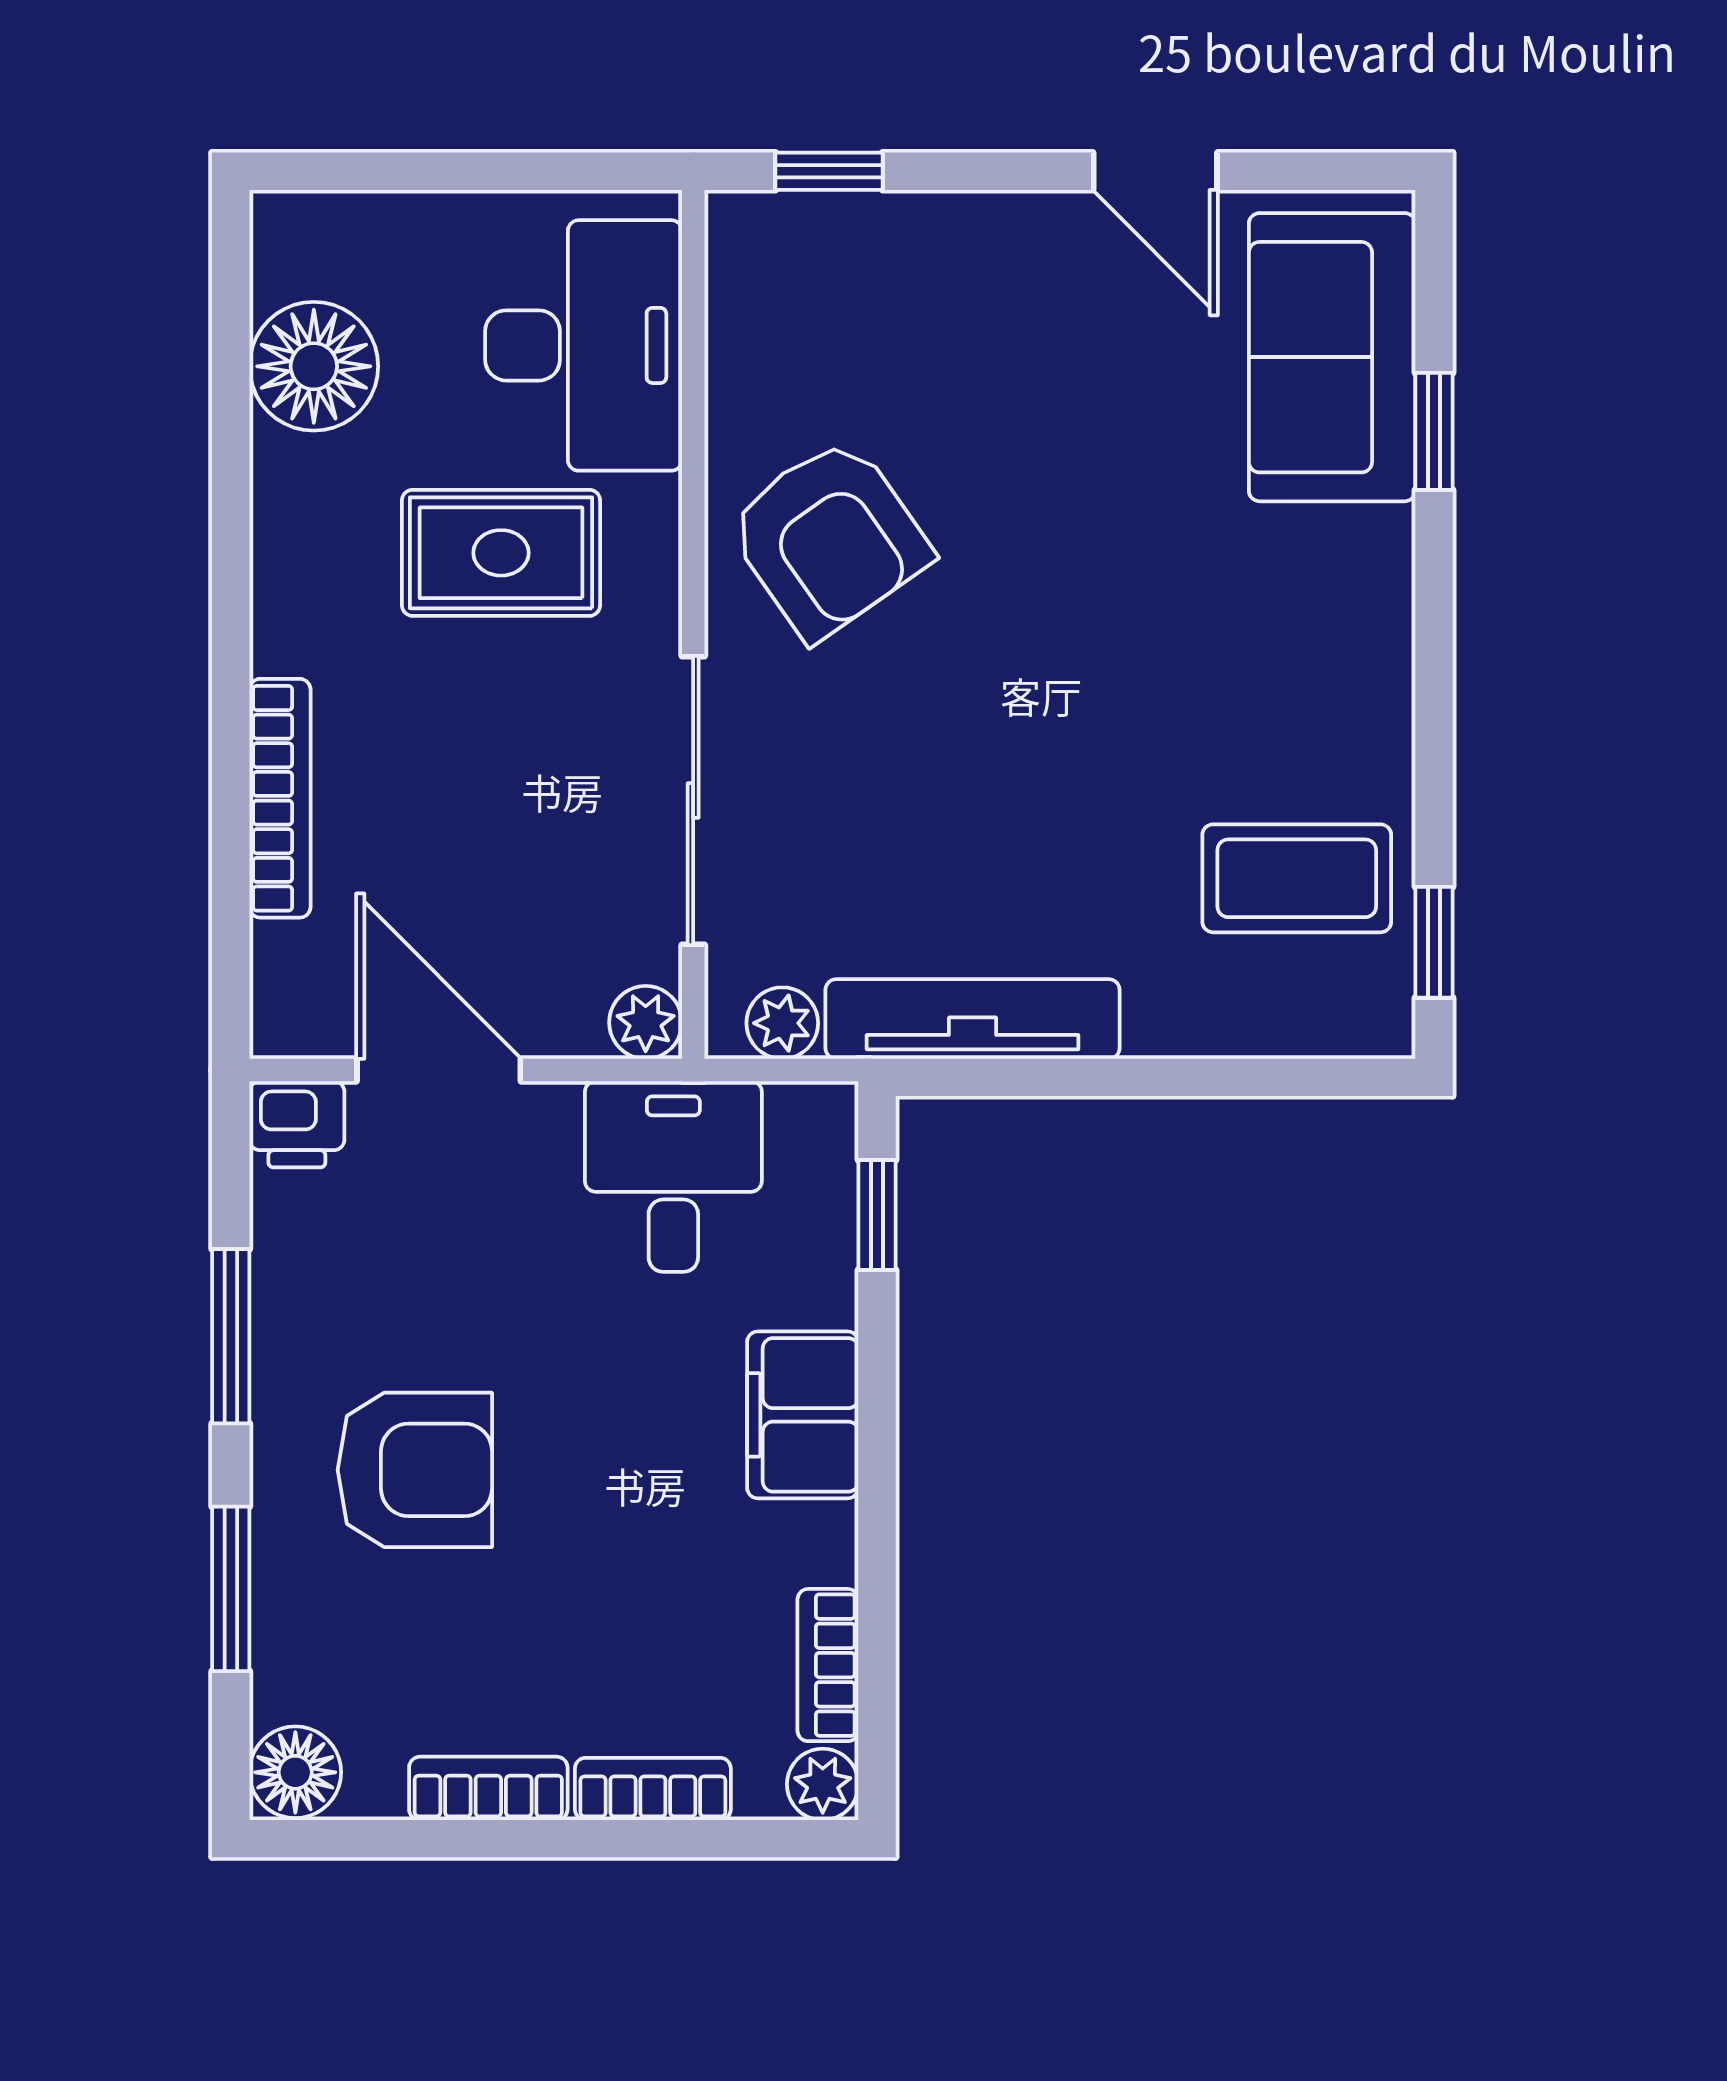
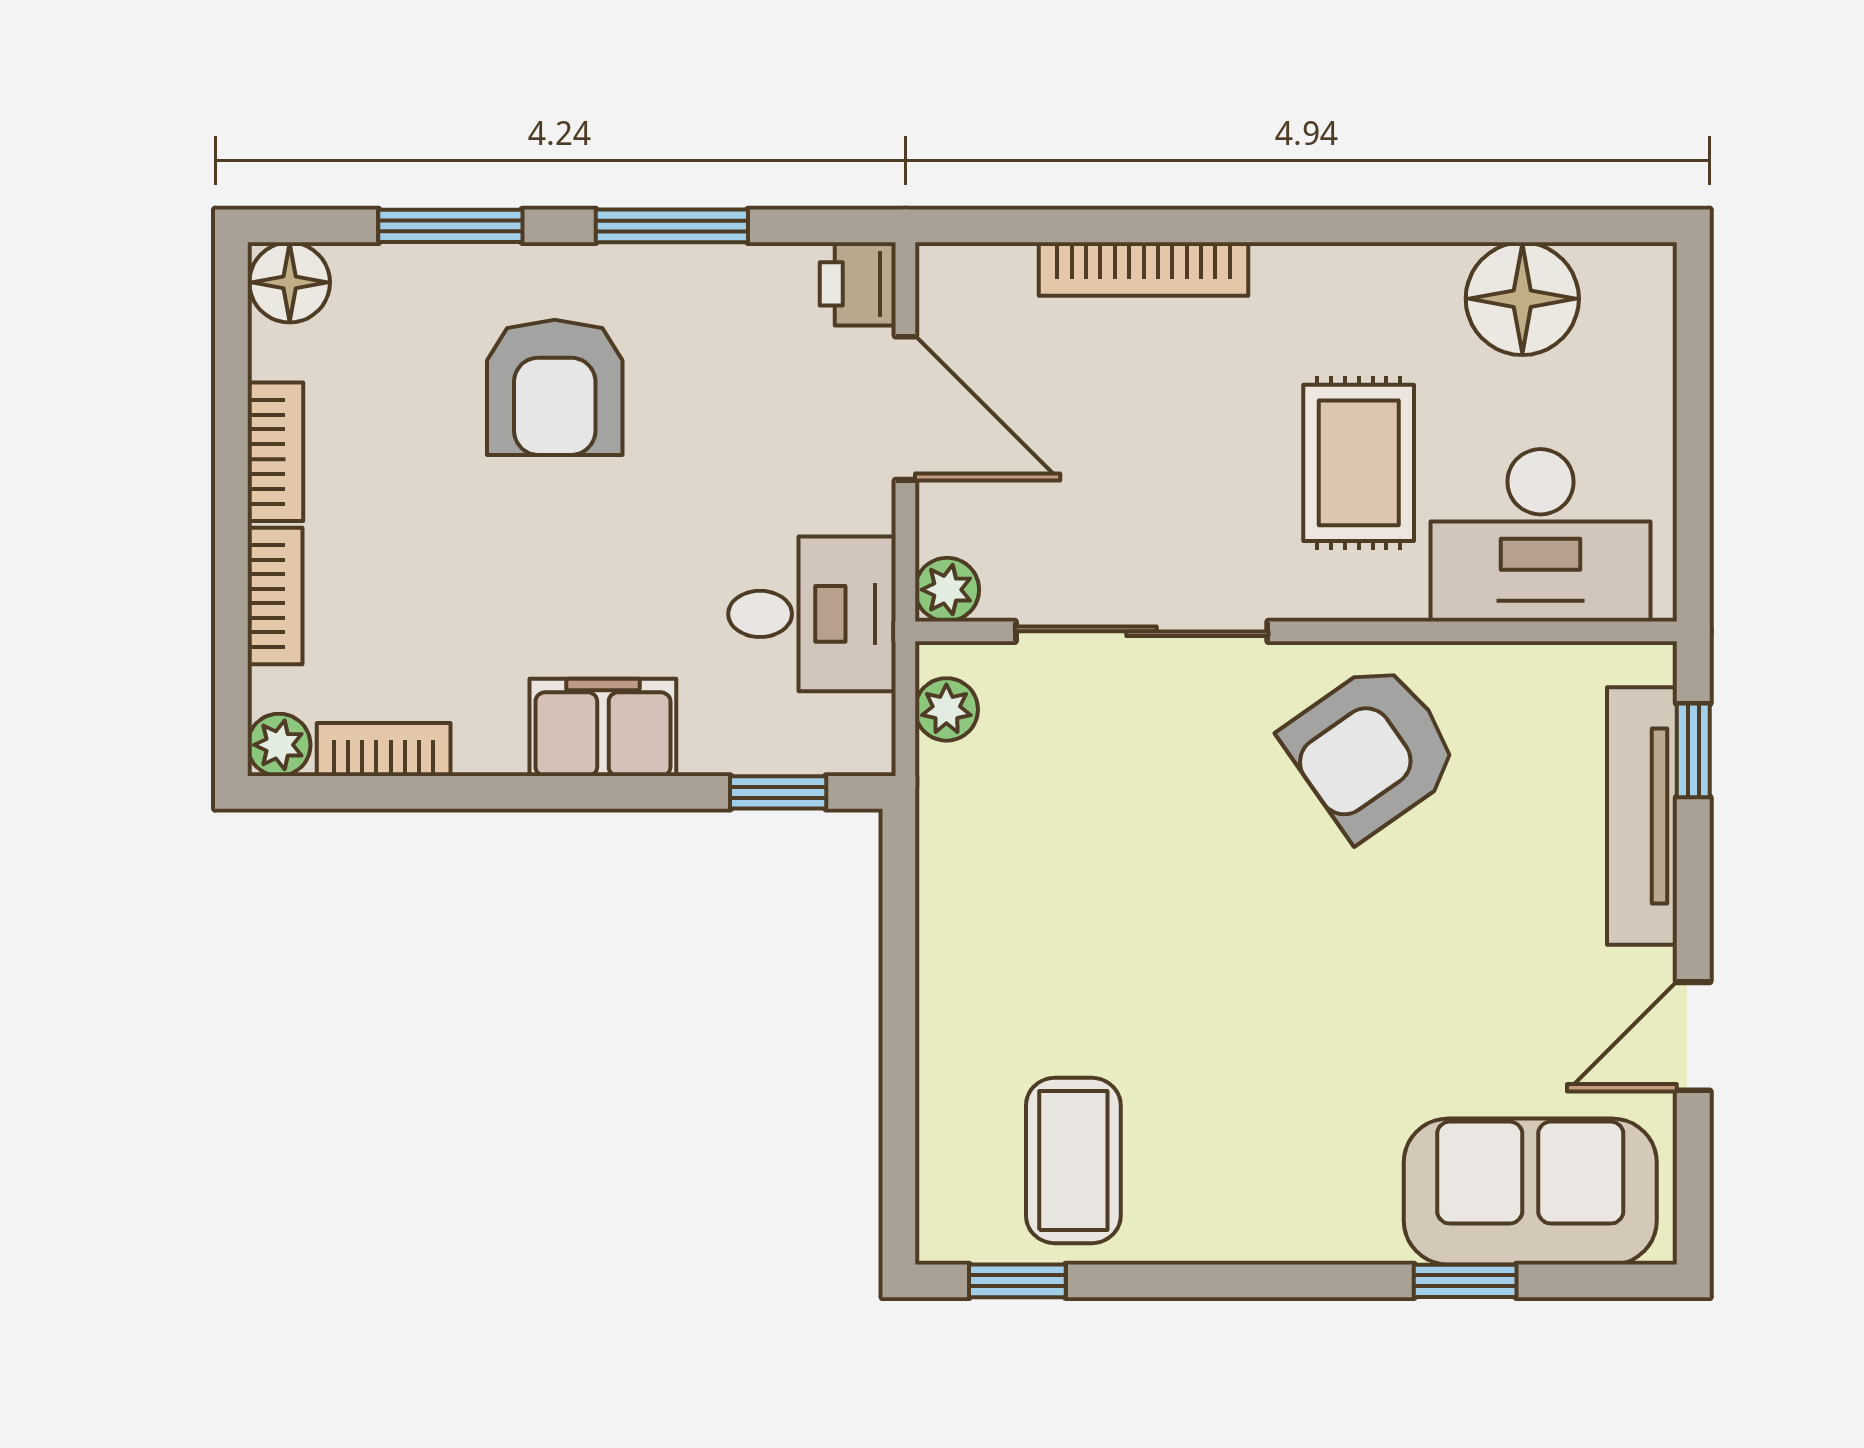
tv unit: (973, 1019) -> (1642, 816), moved, turned 180
door: (439, 1070) -> (905, 408), hinge flipped

